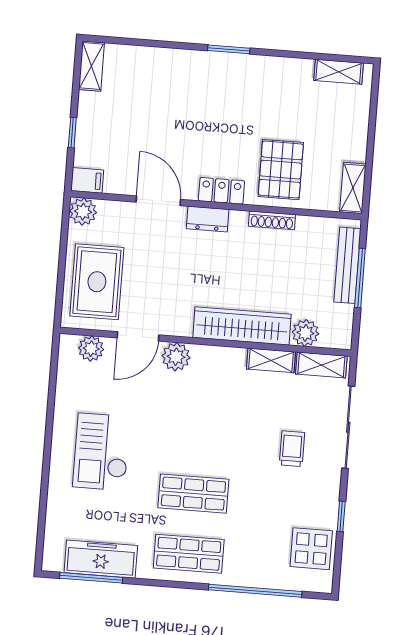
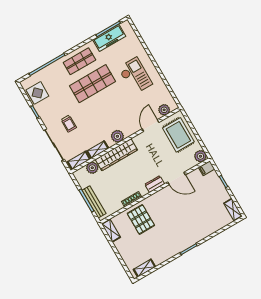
locker: (221, 191) -> (157, 197), removed
plant: (176, 357) -> (117, 136), moved
shop shelf: (193, 494) -> (93, 84), width x1.43, depth x1.36

